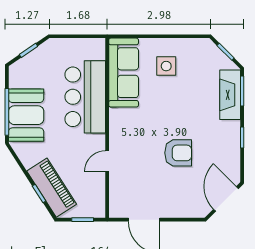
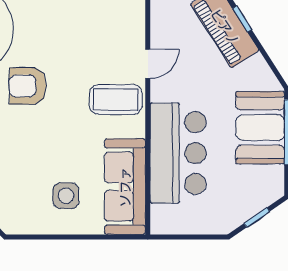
coffee table: (130, 135) -> (116, 100), added
armchair: (178, 153) -> (28, 86), moved

